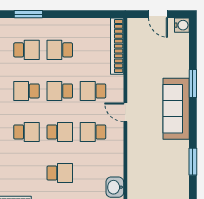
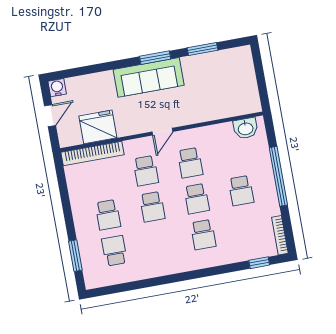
fridge: (140, 55) -> (98, 127), added
window: (193, 84) -> (155, 58), moved
school desk: (26, 91) -> (159, 243), removed
school desk: (26, 132) -> (203, 235), turned 180
school desk: (60, 132) -> (197, 199), turned 180
school desk: (60, 173) -> (241, 191), turned 180

